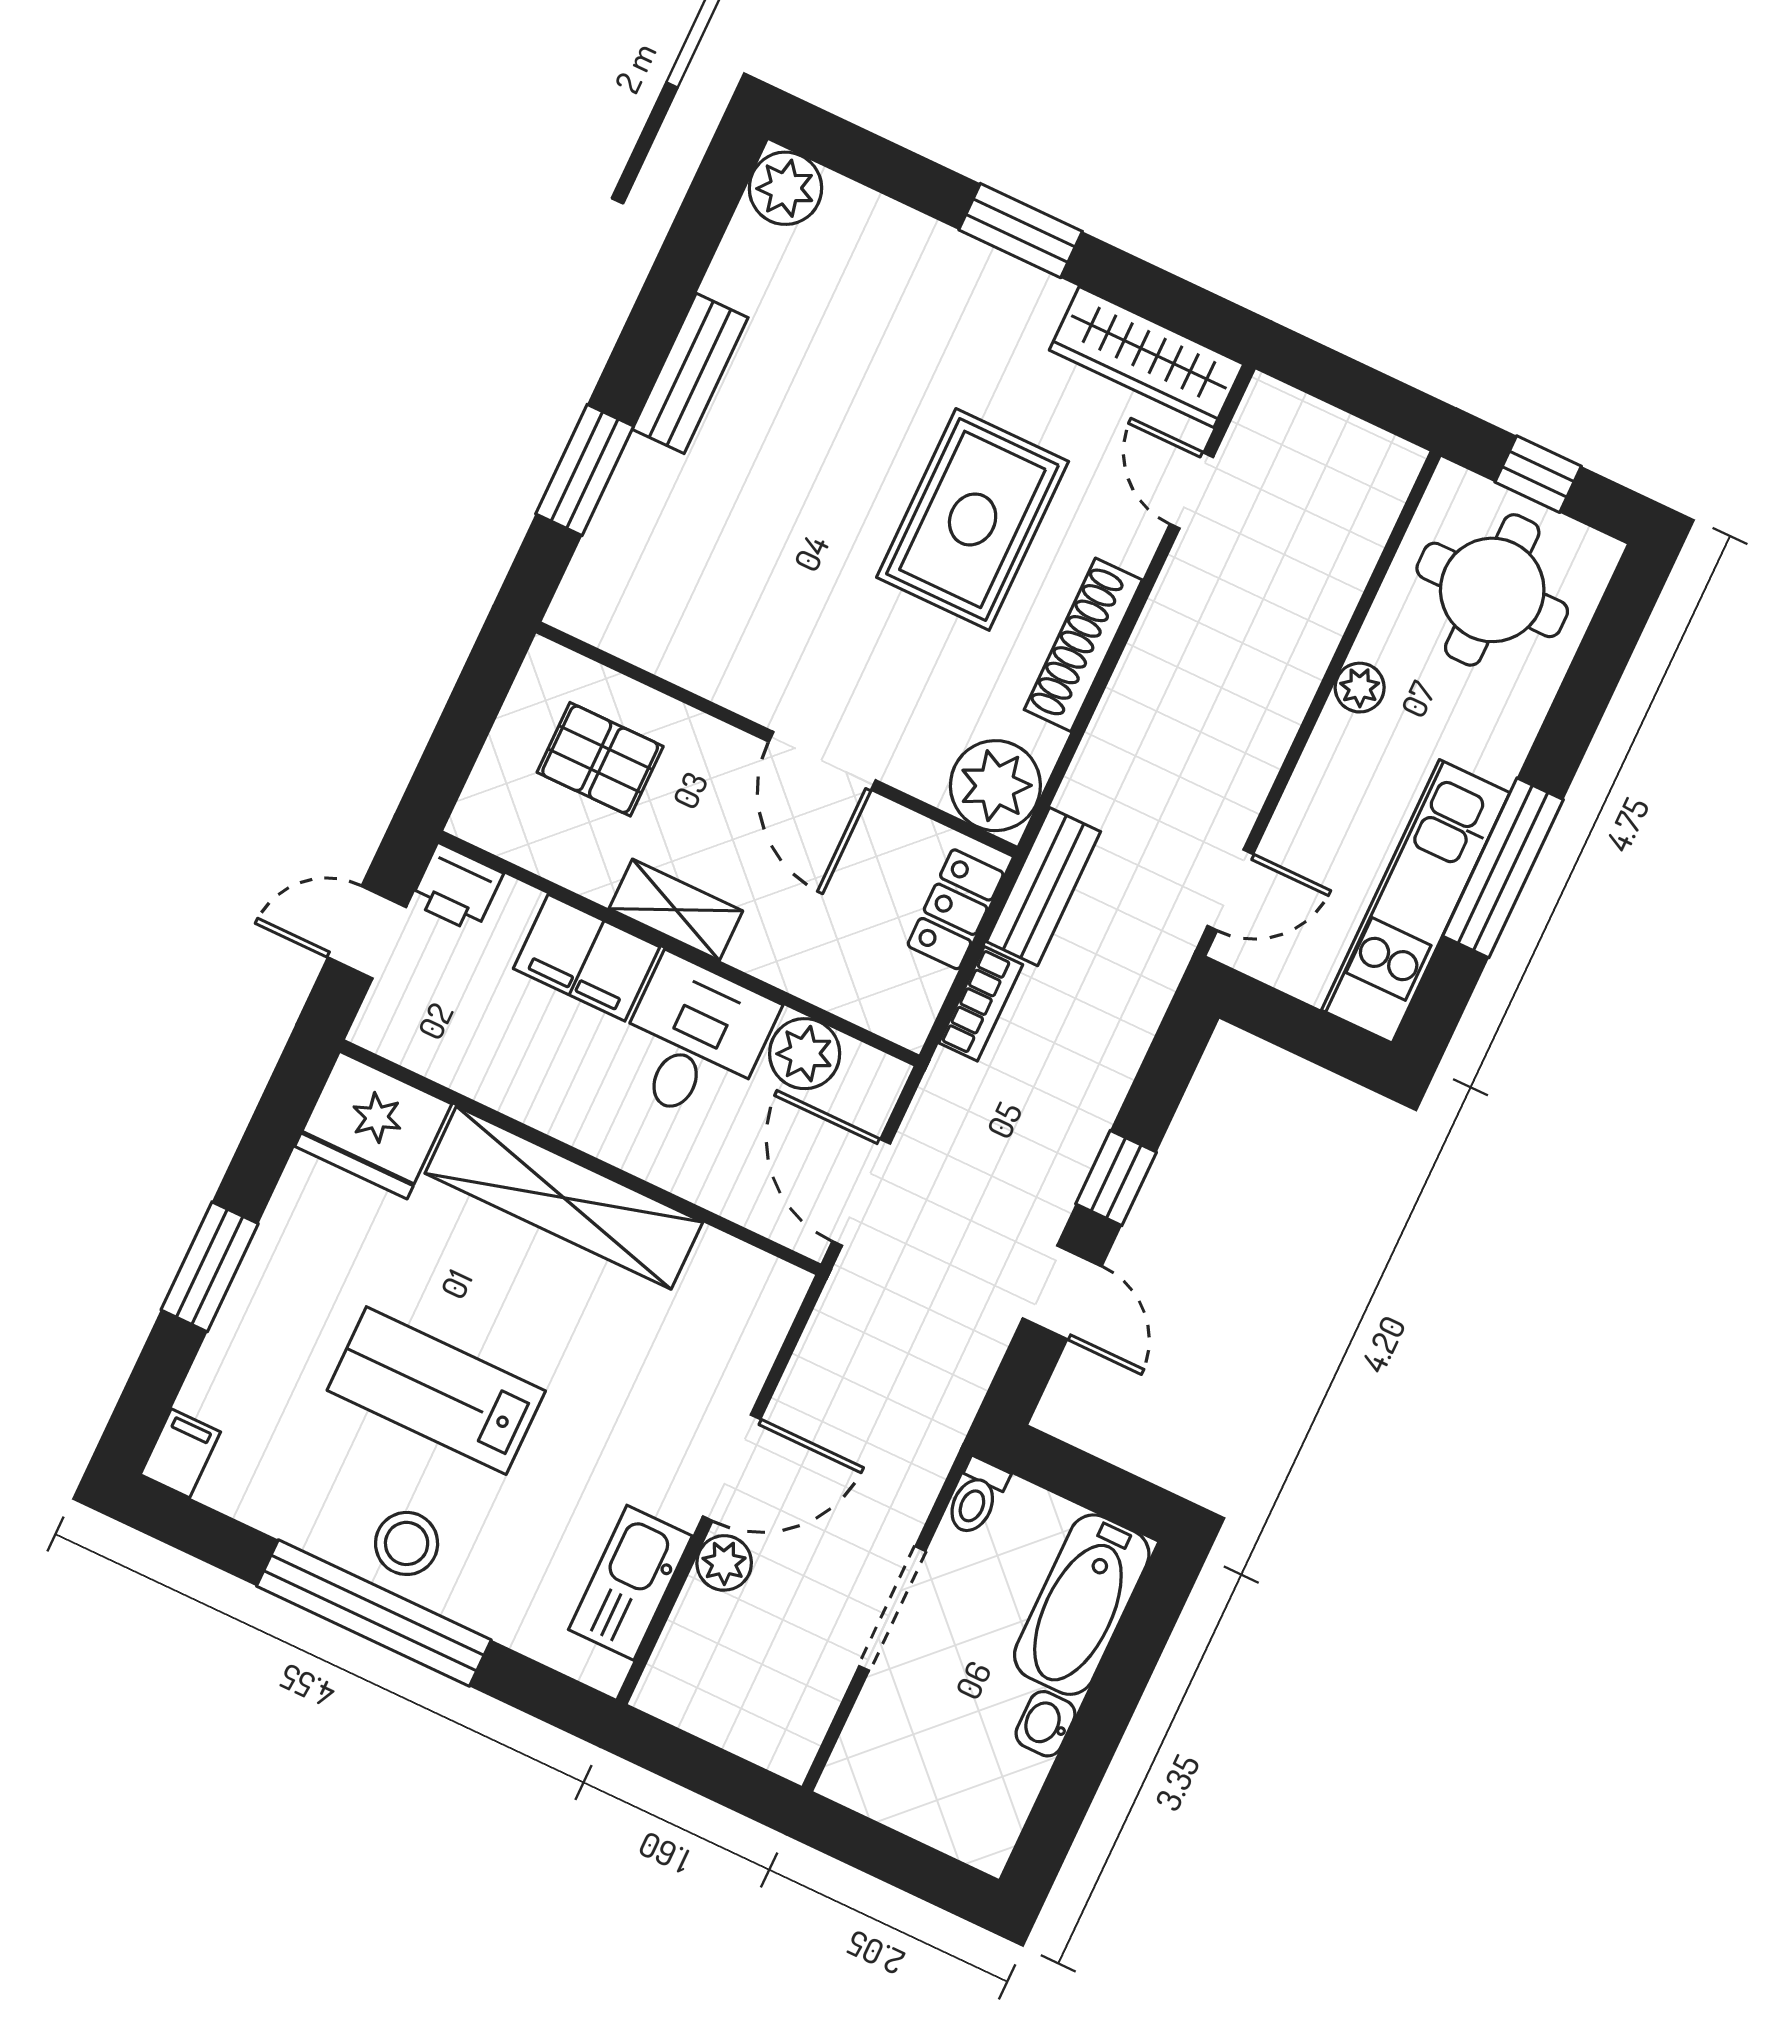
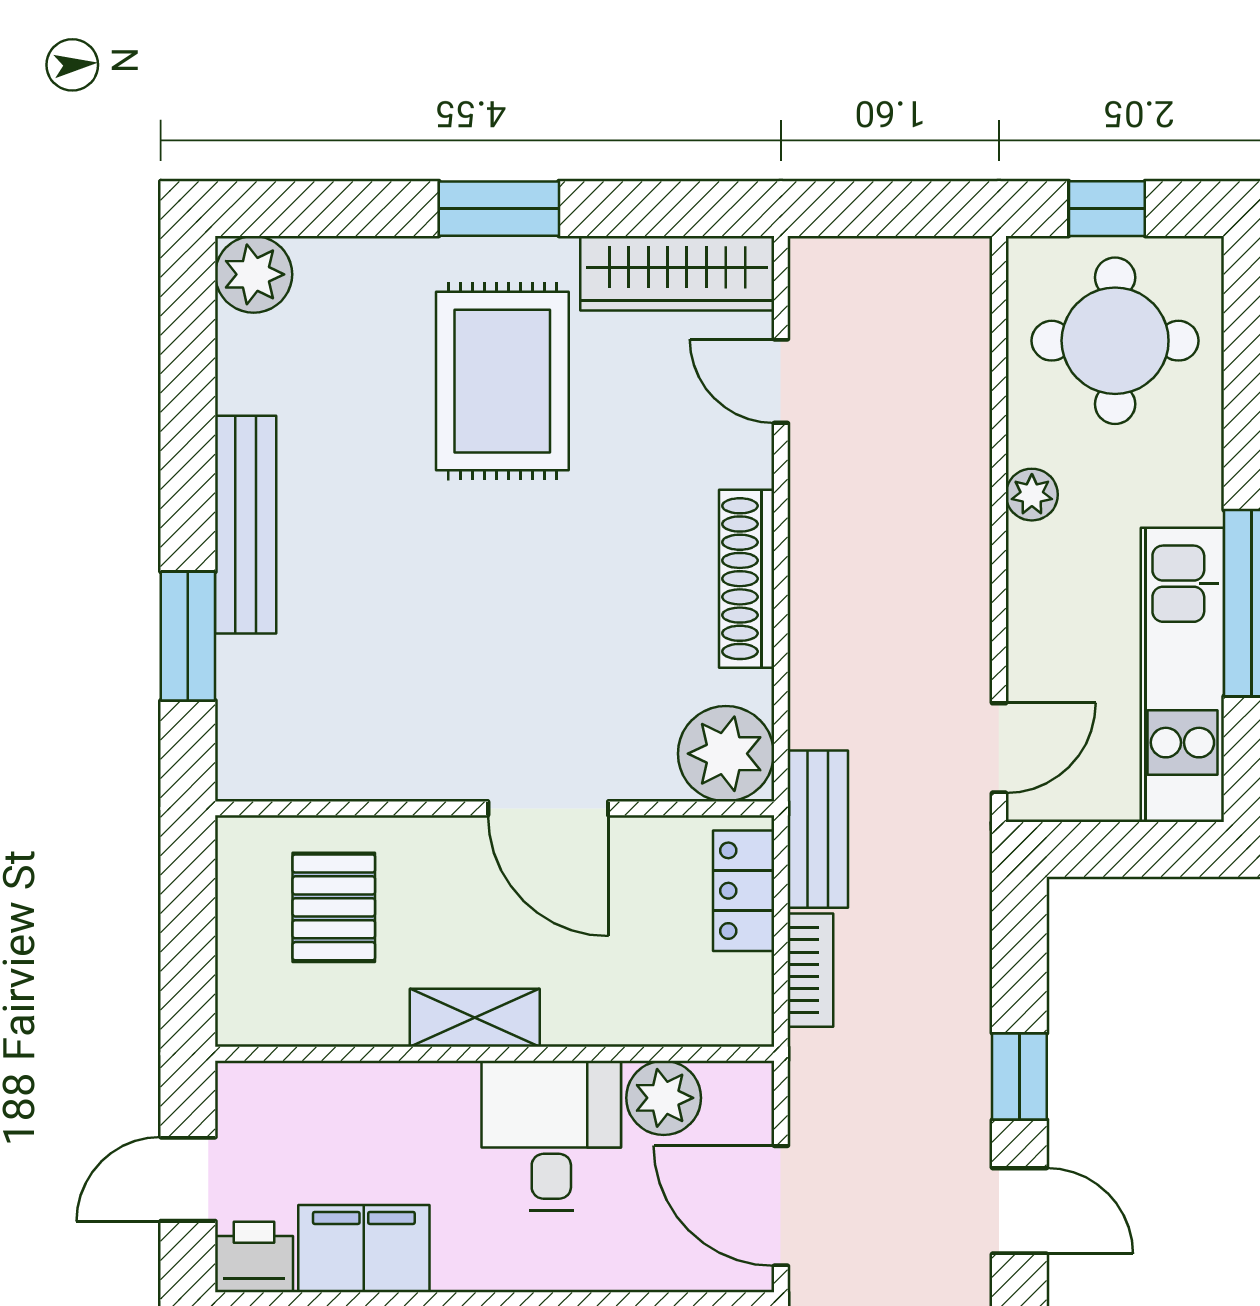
bench: (690, 373) -> (246, 525), width x1.36
rug: (973, 519) -> (502, 381), moved
pallet: (600, 759) -> (334, 907), turned 90
printer: (457, 888) -> (254, 1257), moved, turned 180
filing cabinet: (587, 958) -> (364, 1249), moved, turned 180

